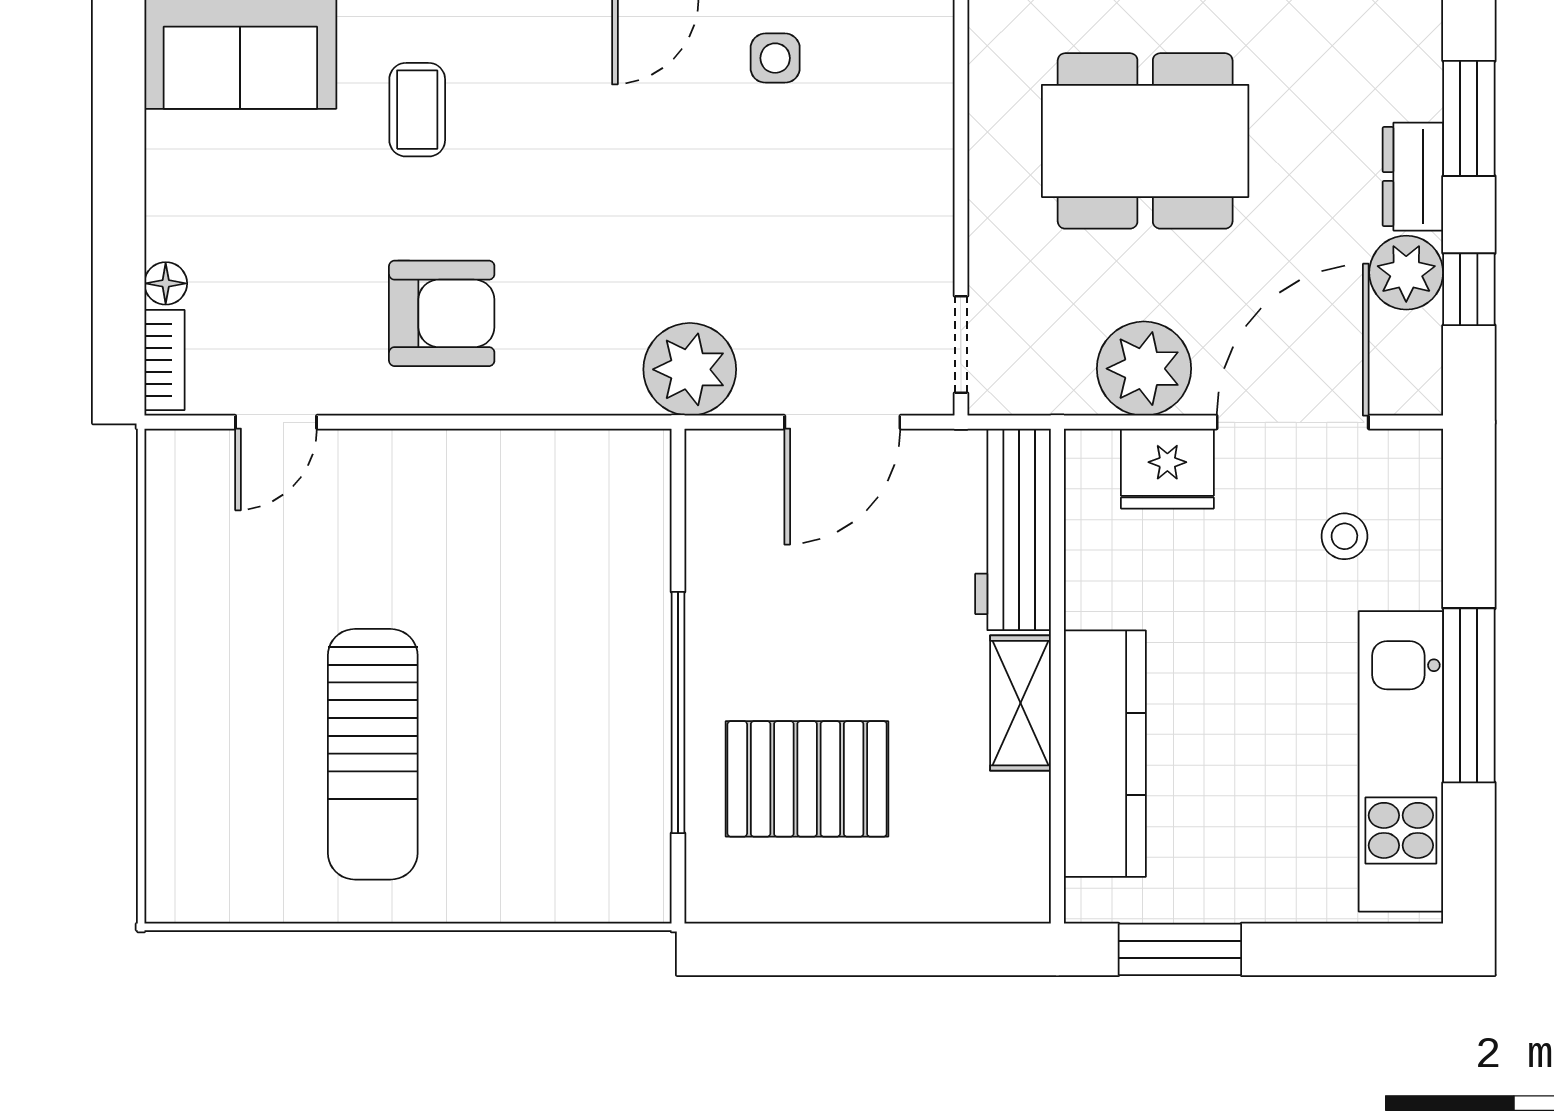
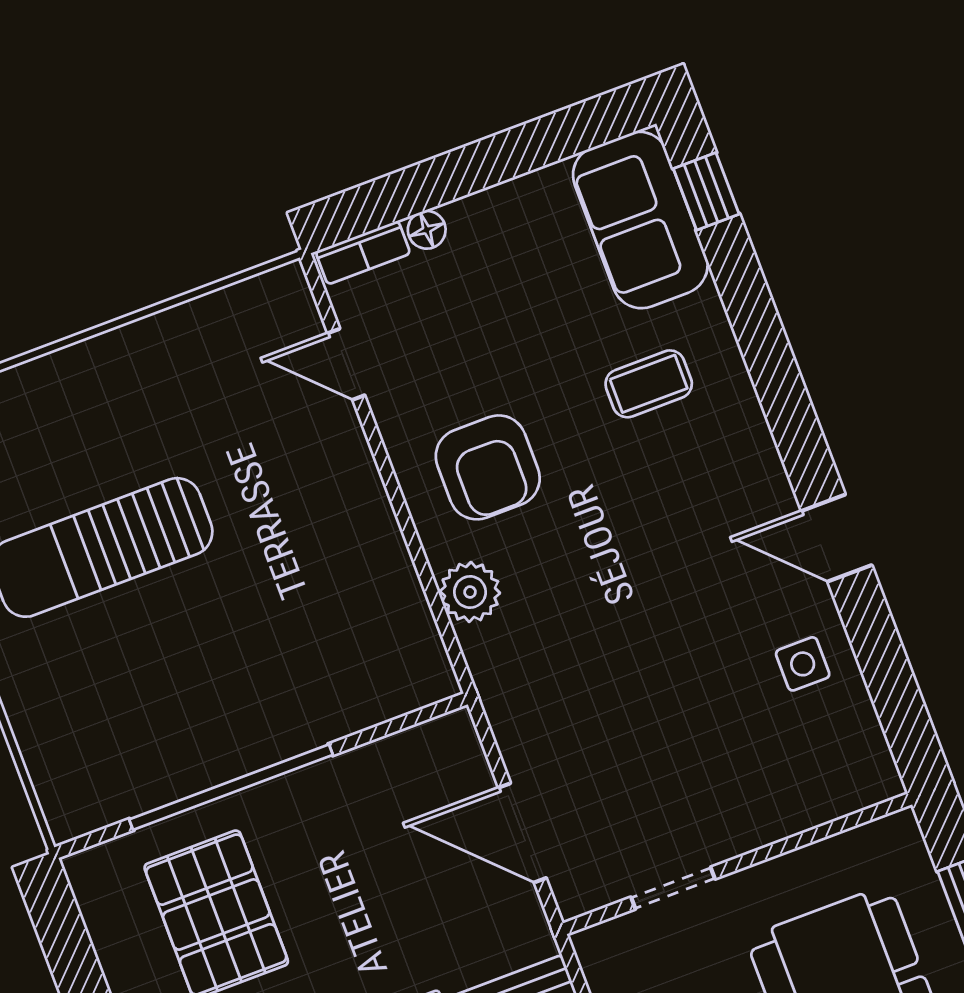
doorway: (961, 345) -> (673, 888), moved
plant: (690, 369) -> (470, 592), moved, width x0.73, depth x0.73

